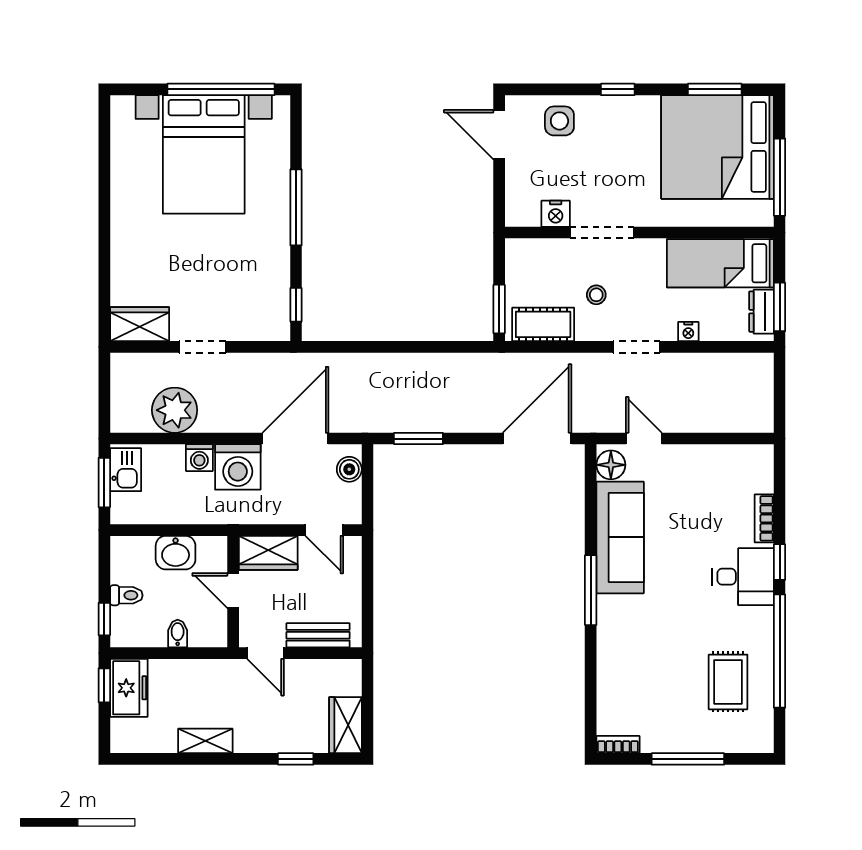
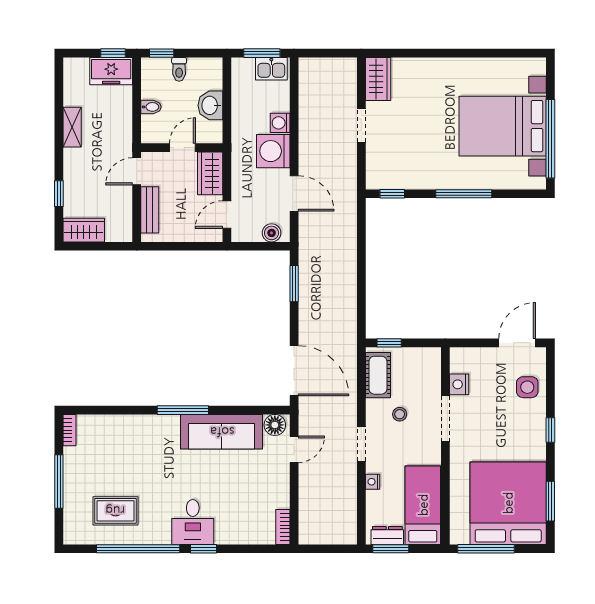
window: (499, 309) -> (389, 343), width x0.67
plant: (175, 410) -> (315, 105), removed
door: (295, 439) -> (294, 193), width x0.73
bookcase: (764, 518) -> (283, 527), moved, turned -90

